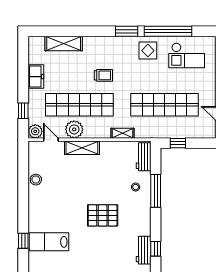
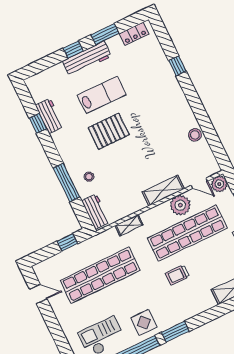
lab bench: (49, 242) -> (102, 95), moved

